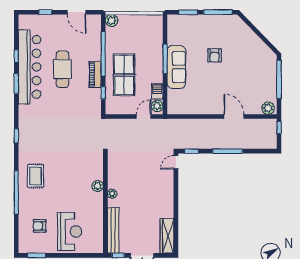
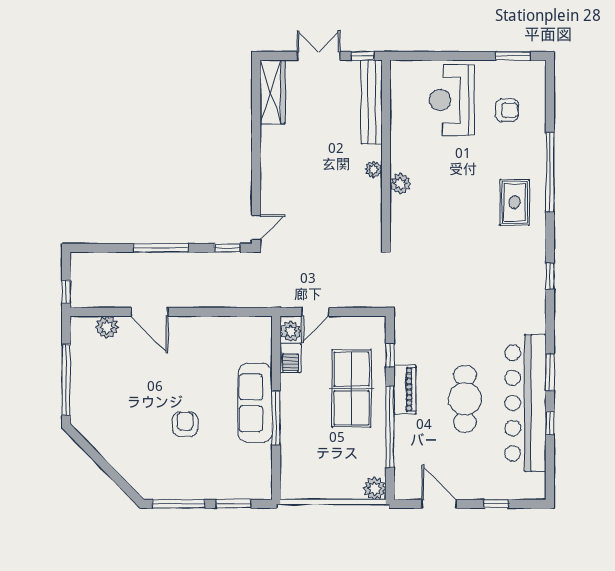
plant: (268, 108) -> (107, 327), moved

